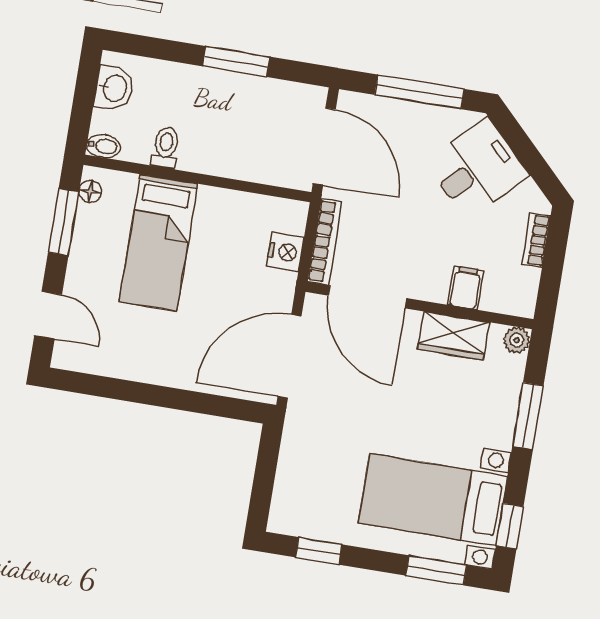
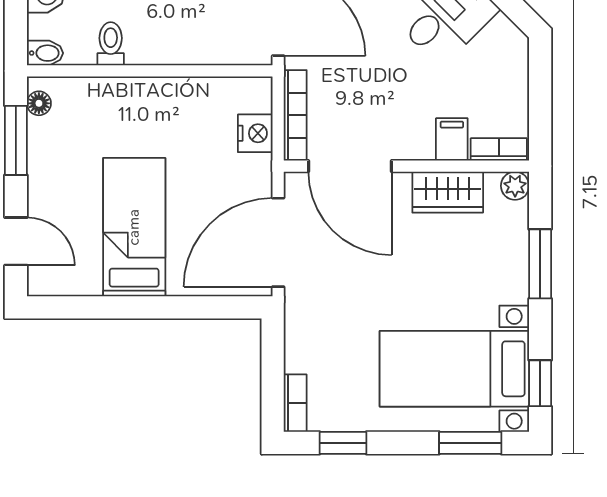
bookcase: (536, 240) -> (499, 149), moved, turned 90
bed: (158, 243) -> (134, 227), moved, turned 180
bookcase: (281, 507) -> (295, 403), added

